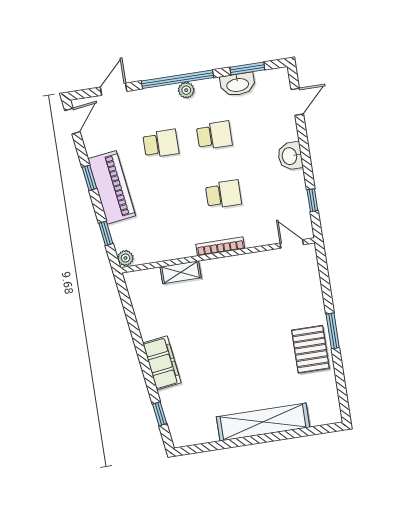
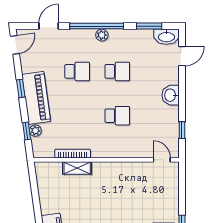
washbasin: (238, 84) -> (166, 37), moved
bookcase: (220, 246) -> (73, 154), moved
plant: (125, 258) -> (35, 131), moved

